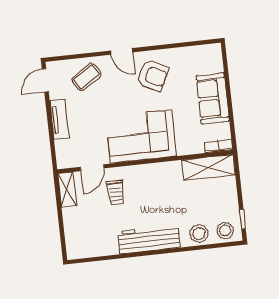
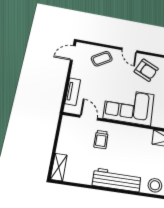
tv unit: (59, 119) -> (73, 92), moved
door: (92, 168) -> (89, 118), swing flipped
shelving: (67, 190) -> (59, 167), moved

